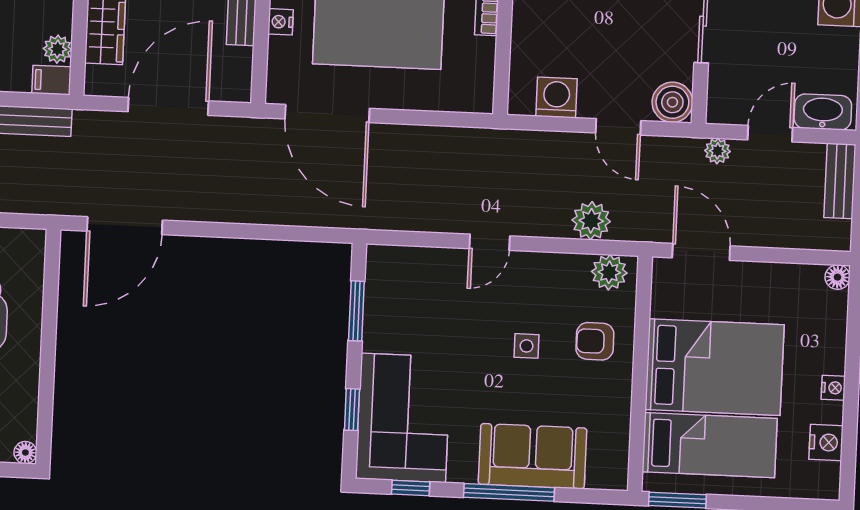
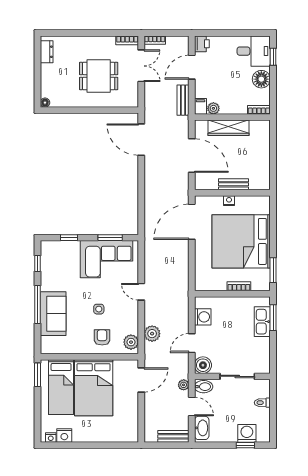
bidet: (724, 103) -> (204, 387), added
floor lamp: (837, 277) -> (133, 437), removed
nightstand: (833, 388) -> (51, 437), moved
corner sofa: (403, 418) -> (107, 259), moved

